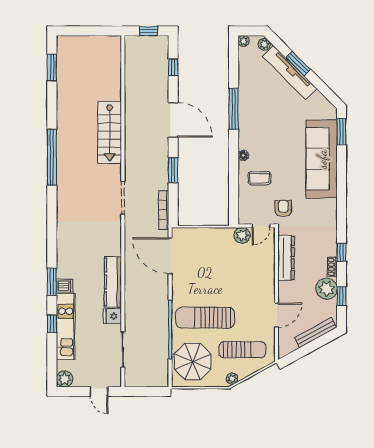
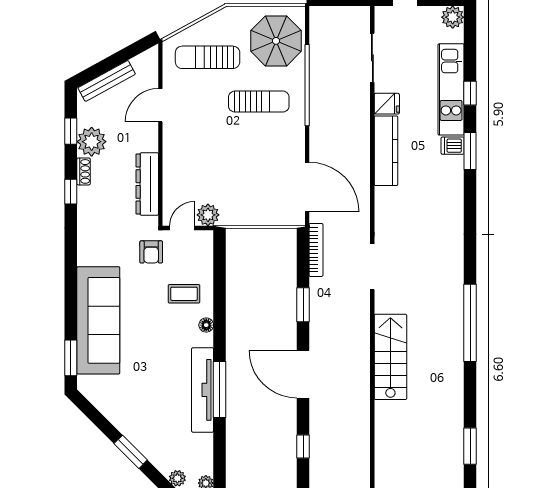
tv unit: (290, 73) -> (203, 390), moved, turned -135
sun lounger: (205, 318) -> (259, 102), width x0.73, depth x0.75
plant: (232, 379) -> (222, 17), removed

